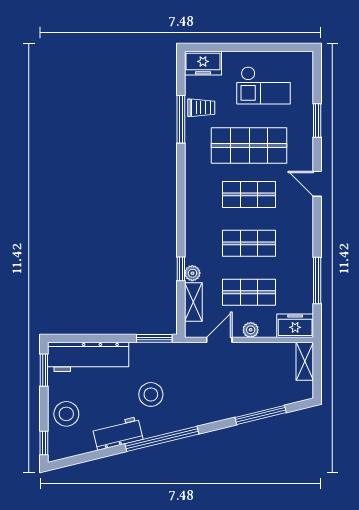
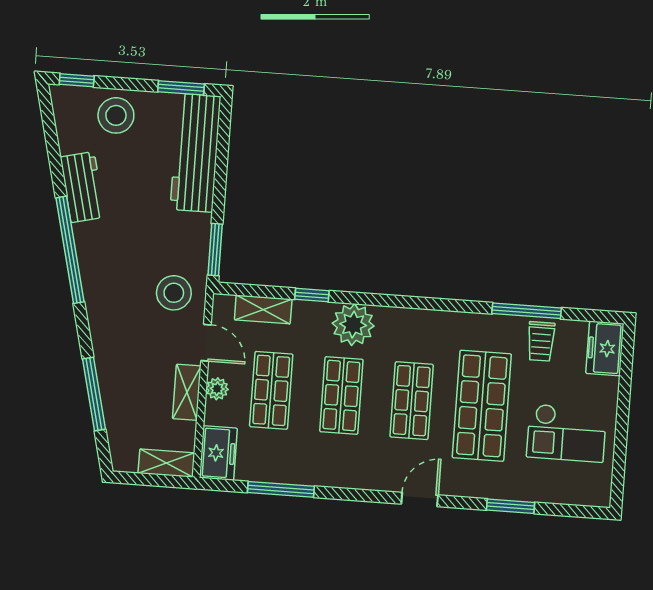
checkout: (264, 85) -> (567, 433), turned -90
plant: (192, 273) -> (353, 325), moved, width x1.87, depth x1.87
shelving: (255, 351) -> (187, 392), added
stool: (151, 394) -> (174, 293), moved

